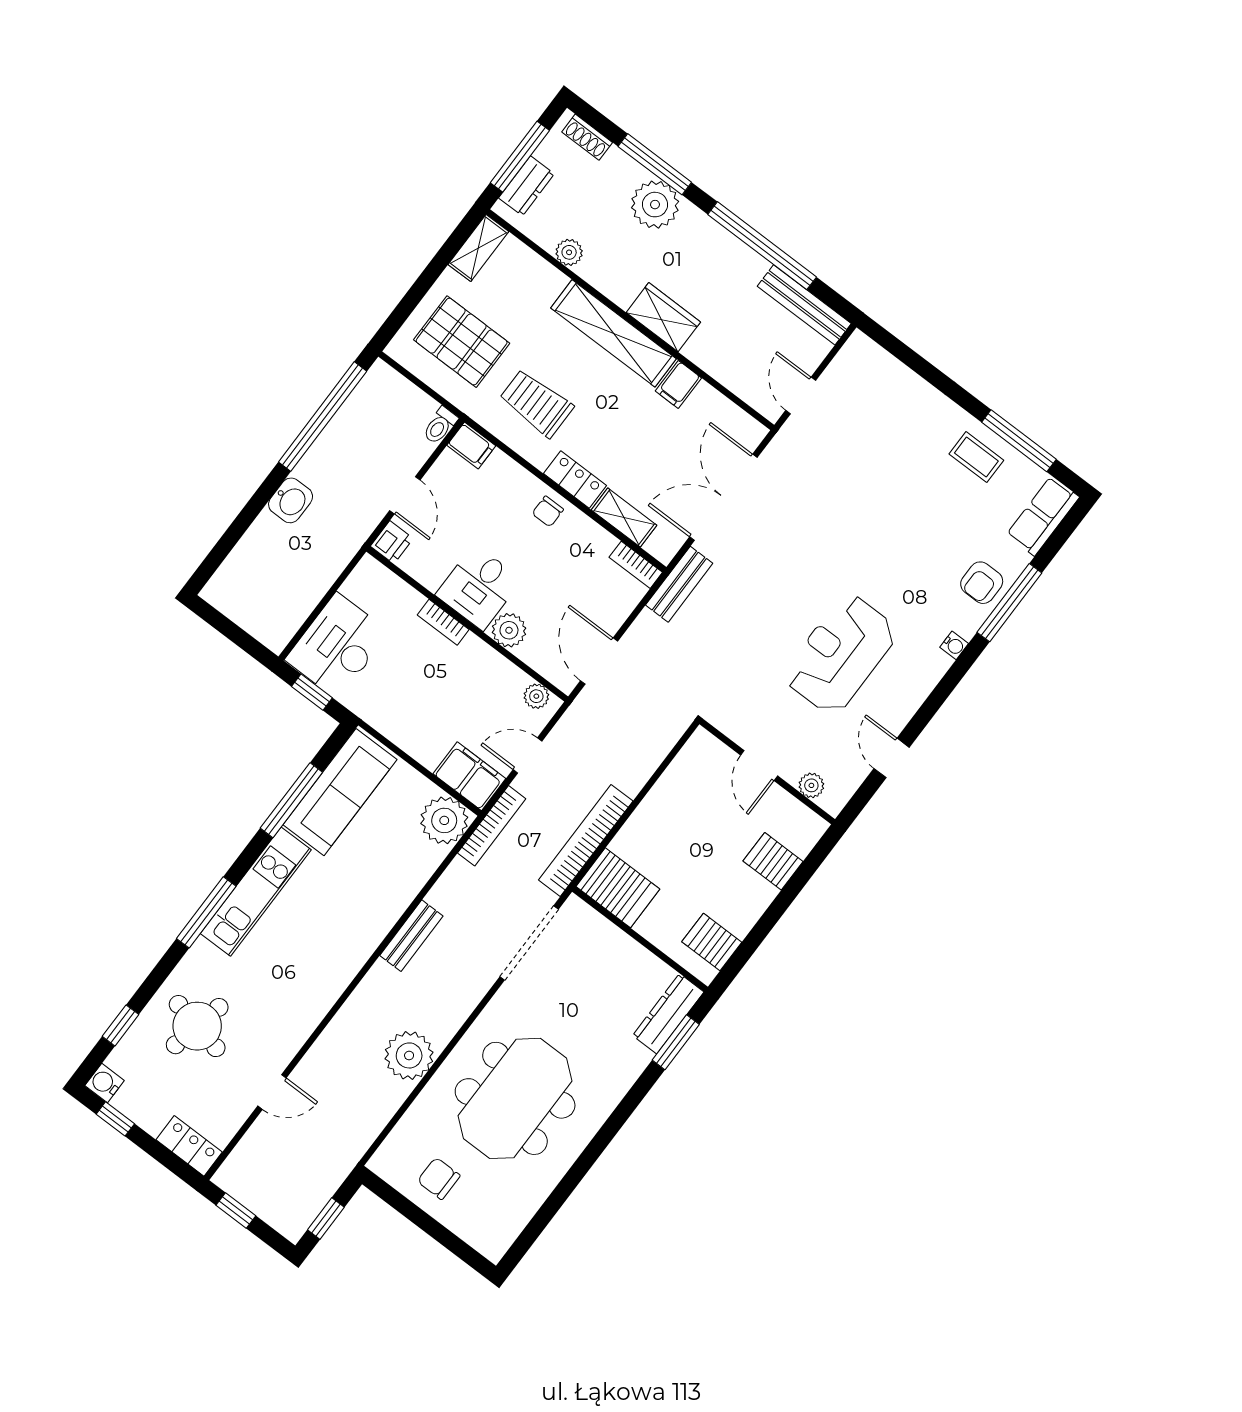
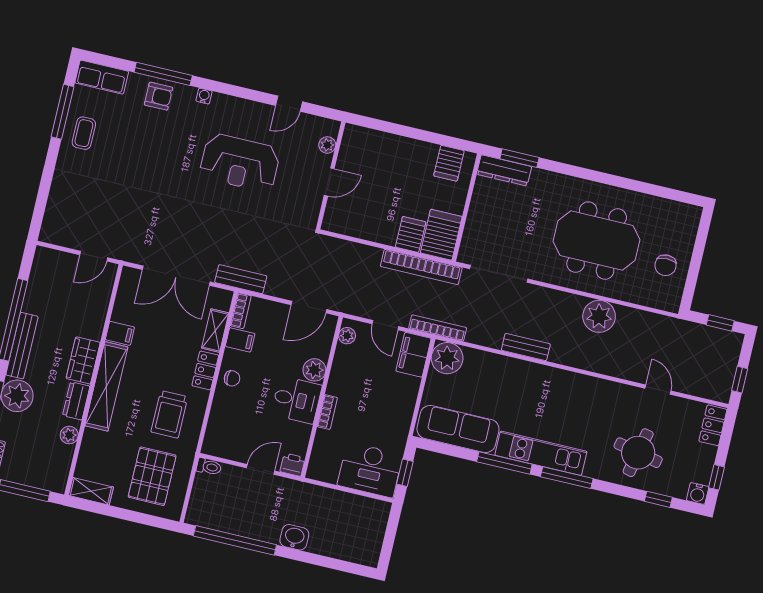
dresser: (526, 186) -> (76, 401), moved, turned -90
bench: (804, 305) -> (22, 346), moved
filing cabinet: (471, 446) -> (240, 340), moved, turned 90
window: (291, 800) -> (504, 463), moved
server rack: (773, 861) -> (411, 234), moved, turned 180

